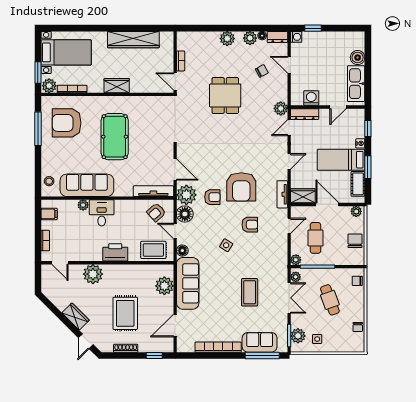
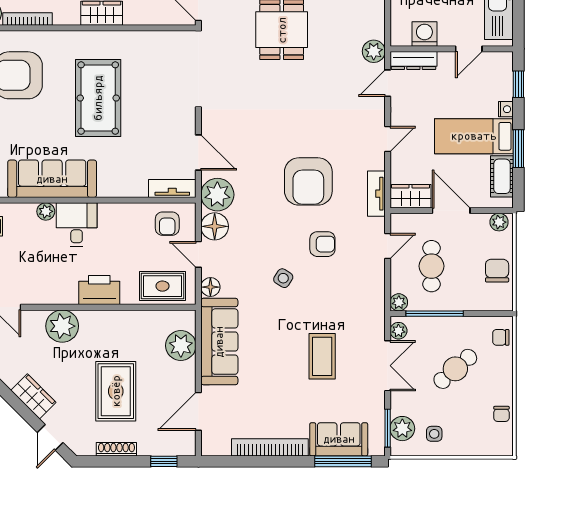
tv unit: (153, 191) -> (172, 189), width x0.71
armchair: (212, 197) -> (260, 198), removed
armchair: (156, 212) -> (167, 224), turned -48
cafe table: (330, 300) -> (455, 369), turned 69

